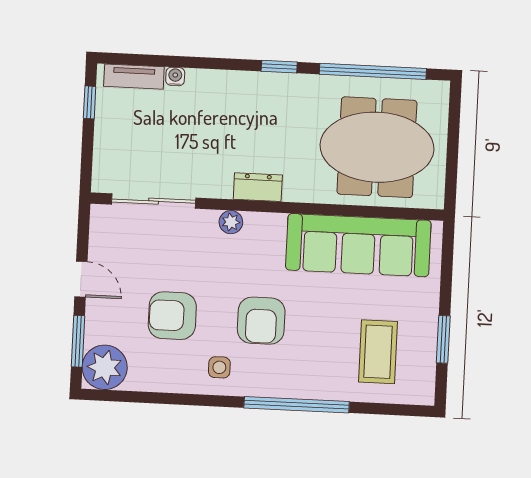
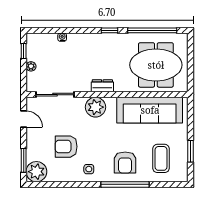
tv unit: (134, 77) -> (43, 38), removed
plant: (104, 137) -> (31, 66), added
plant: (231, 222) -> (96, 107), width x1.88, depth x1.88
door: (81, 279) -> (24, 119), moved
armchair: (261, 321) -> (125, 162), moved

